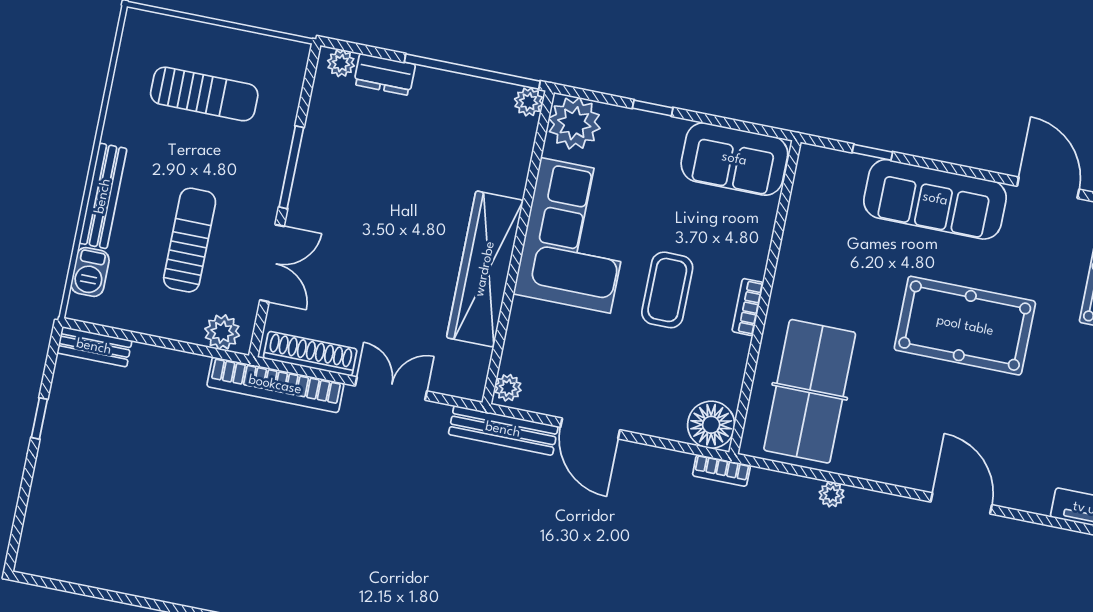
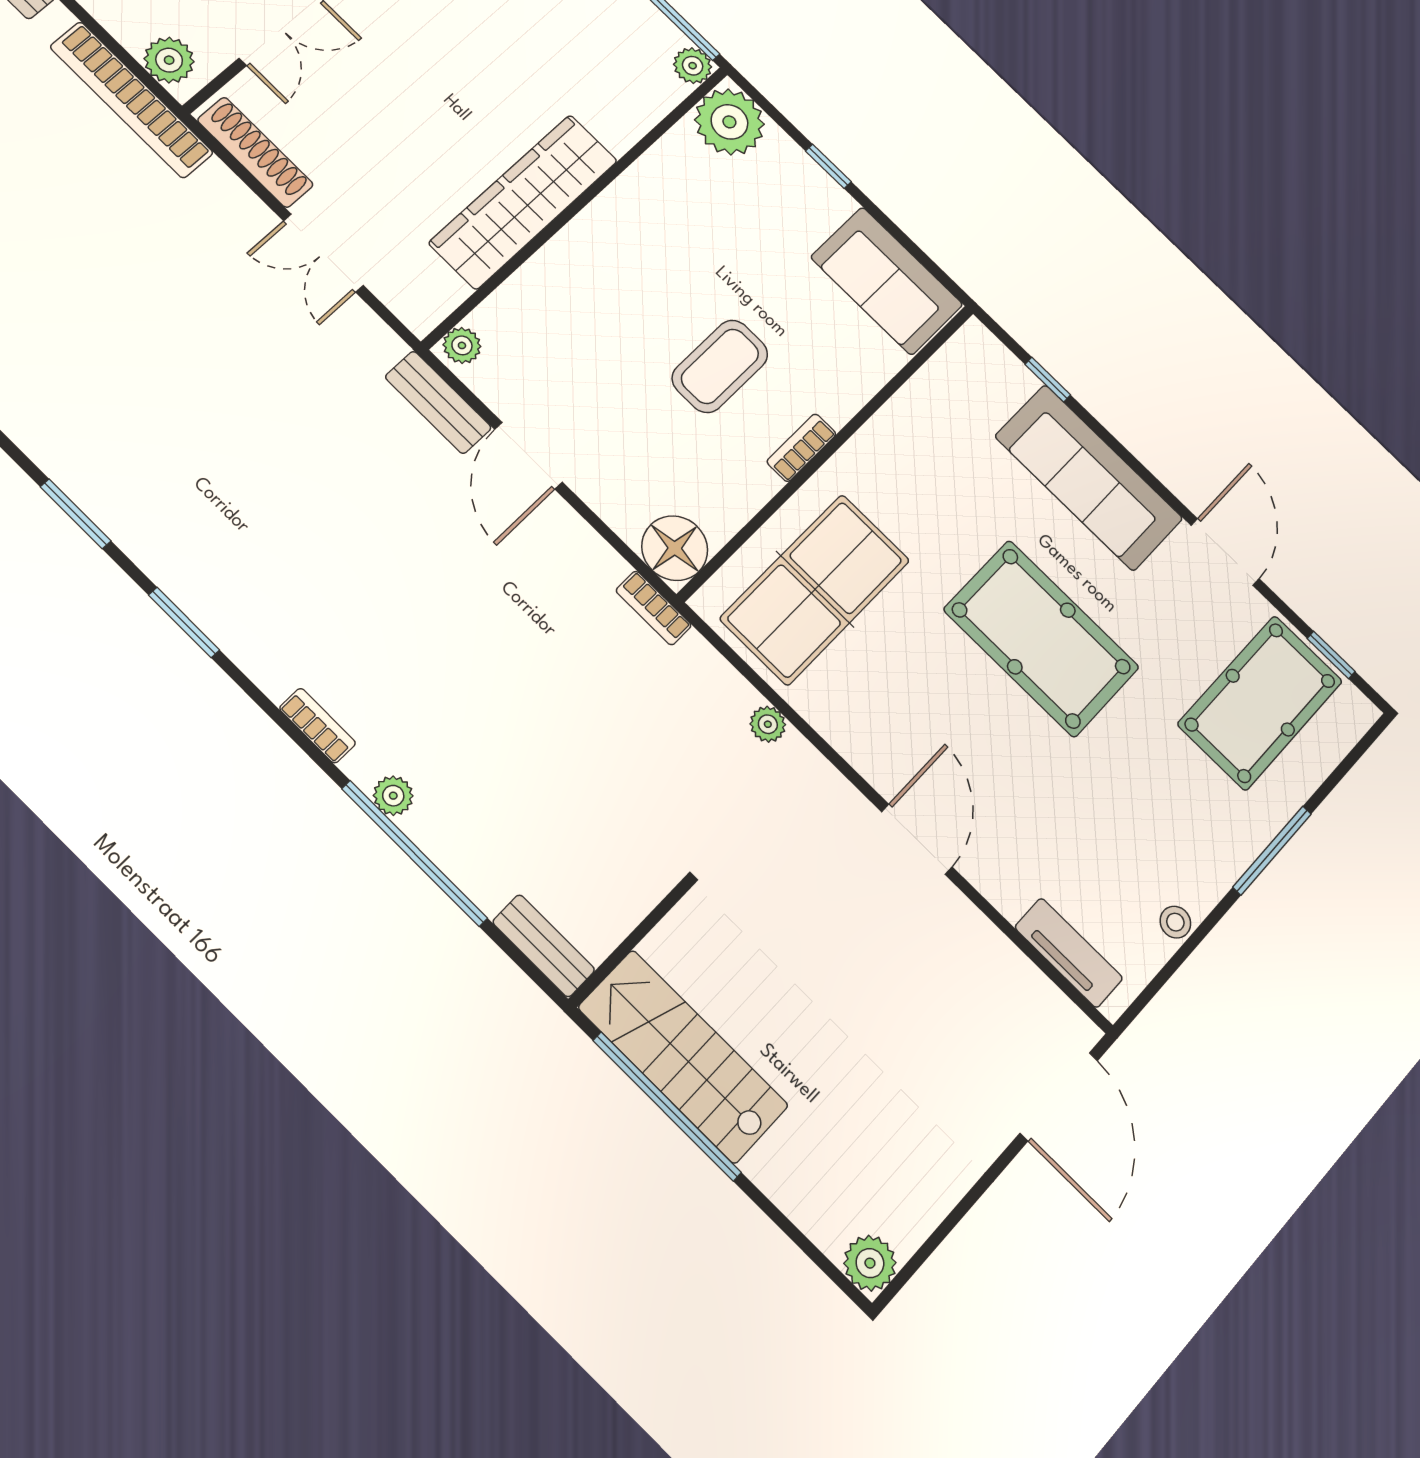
corner sofa: (575, 235) -> (652, 237), removed
bookcase: (275, 385) -> (132, 100), moved
double door: (391, 388) -> (323, 253), swing flipped
bench: (503, 430) -> (438, 402), width x0.73

